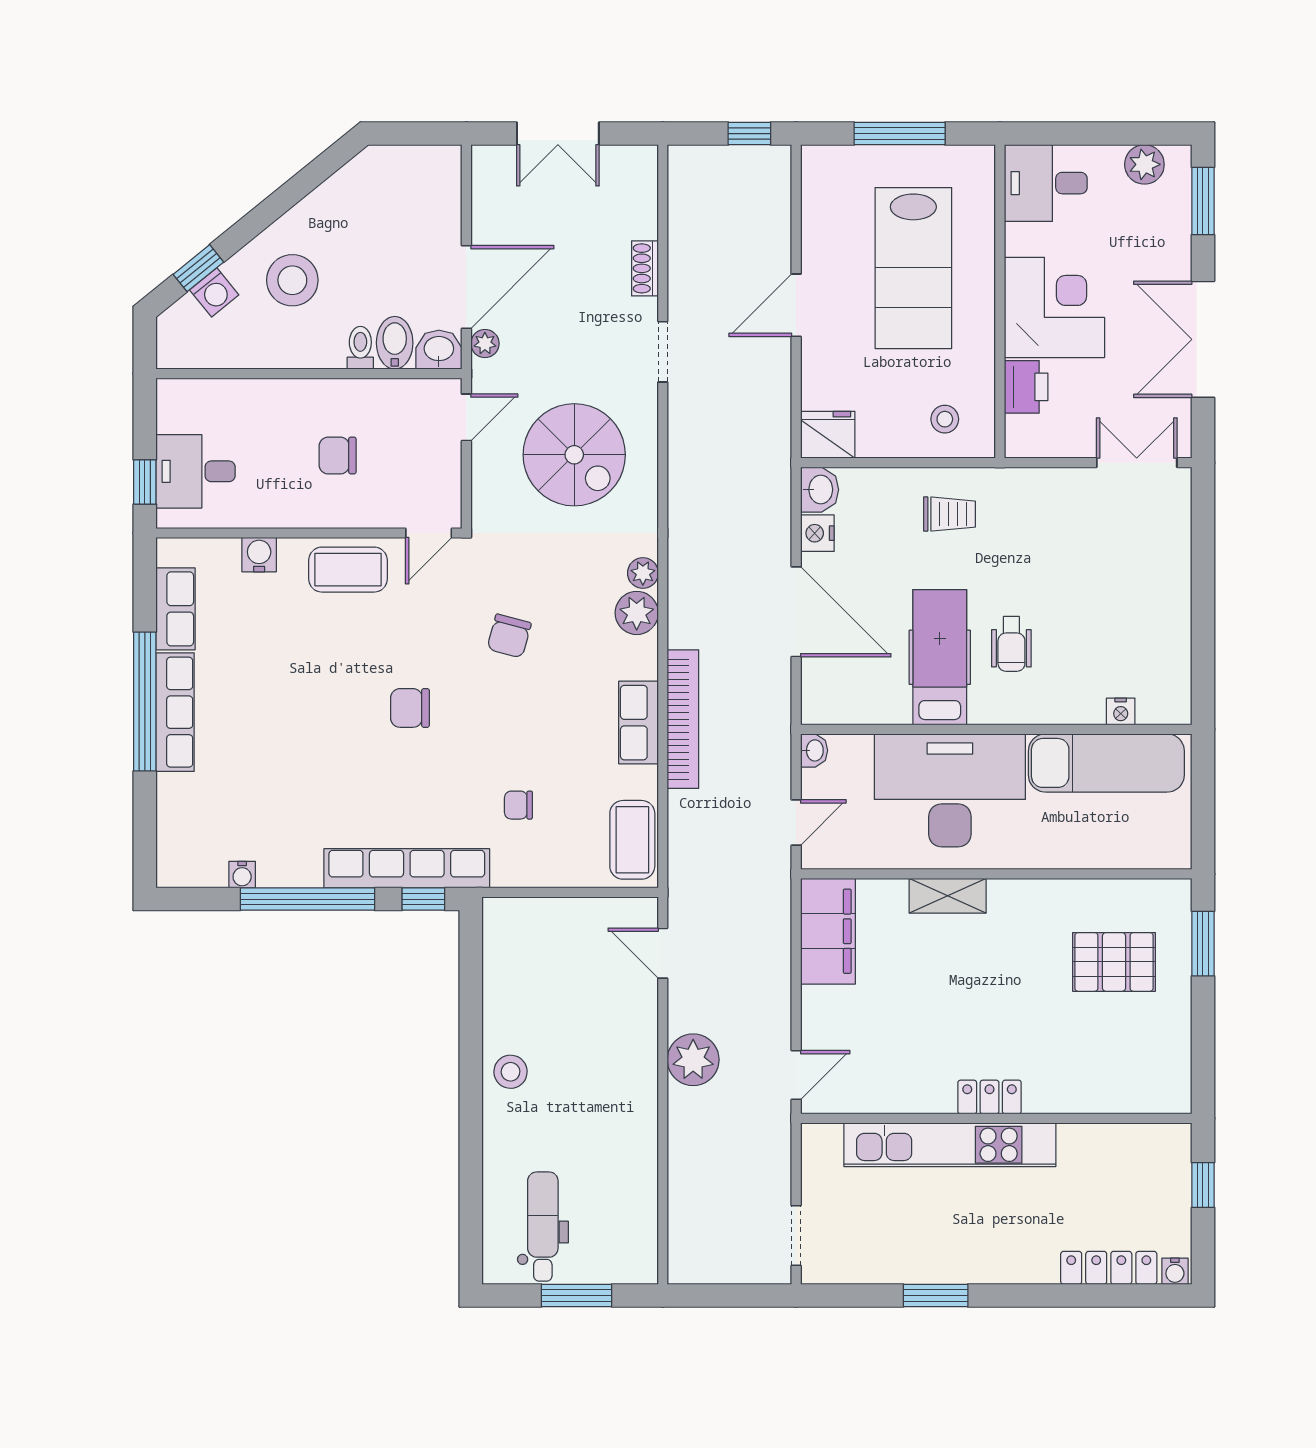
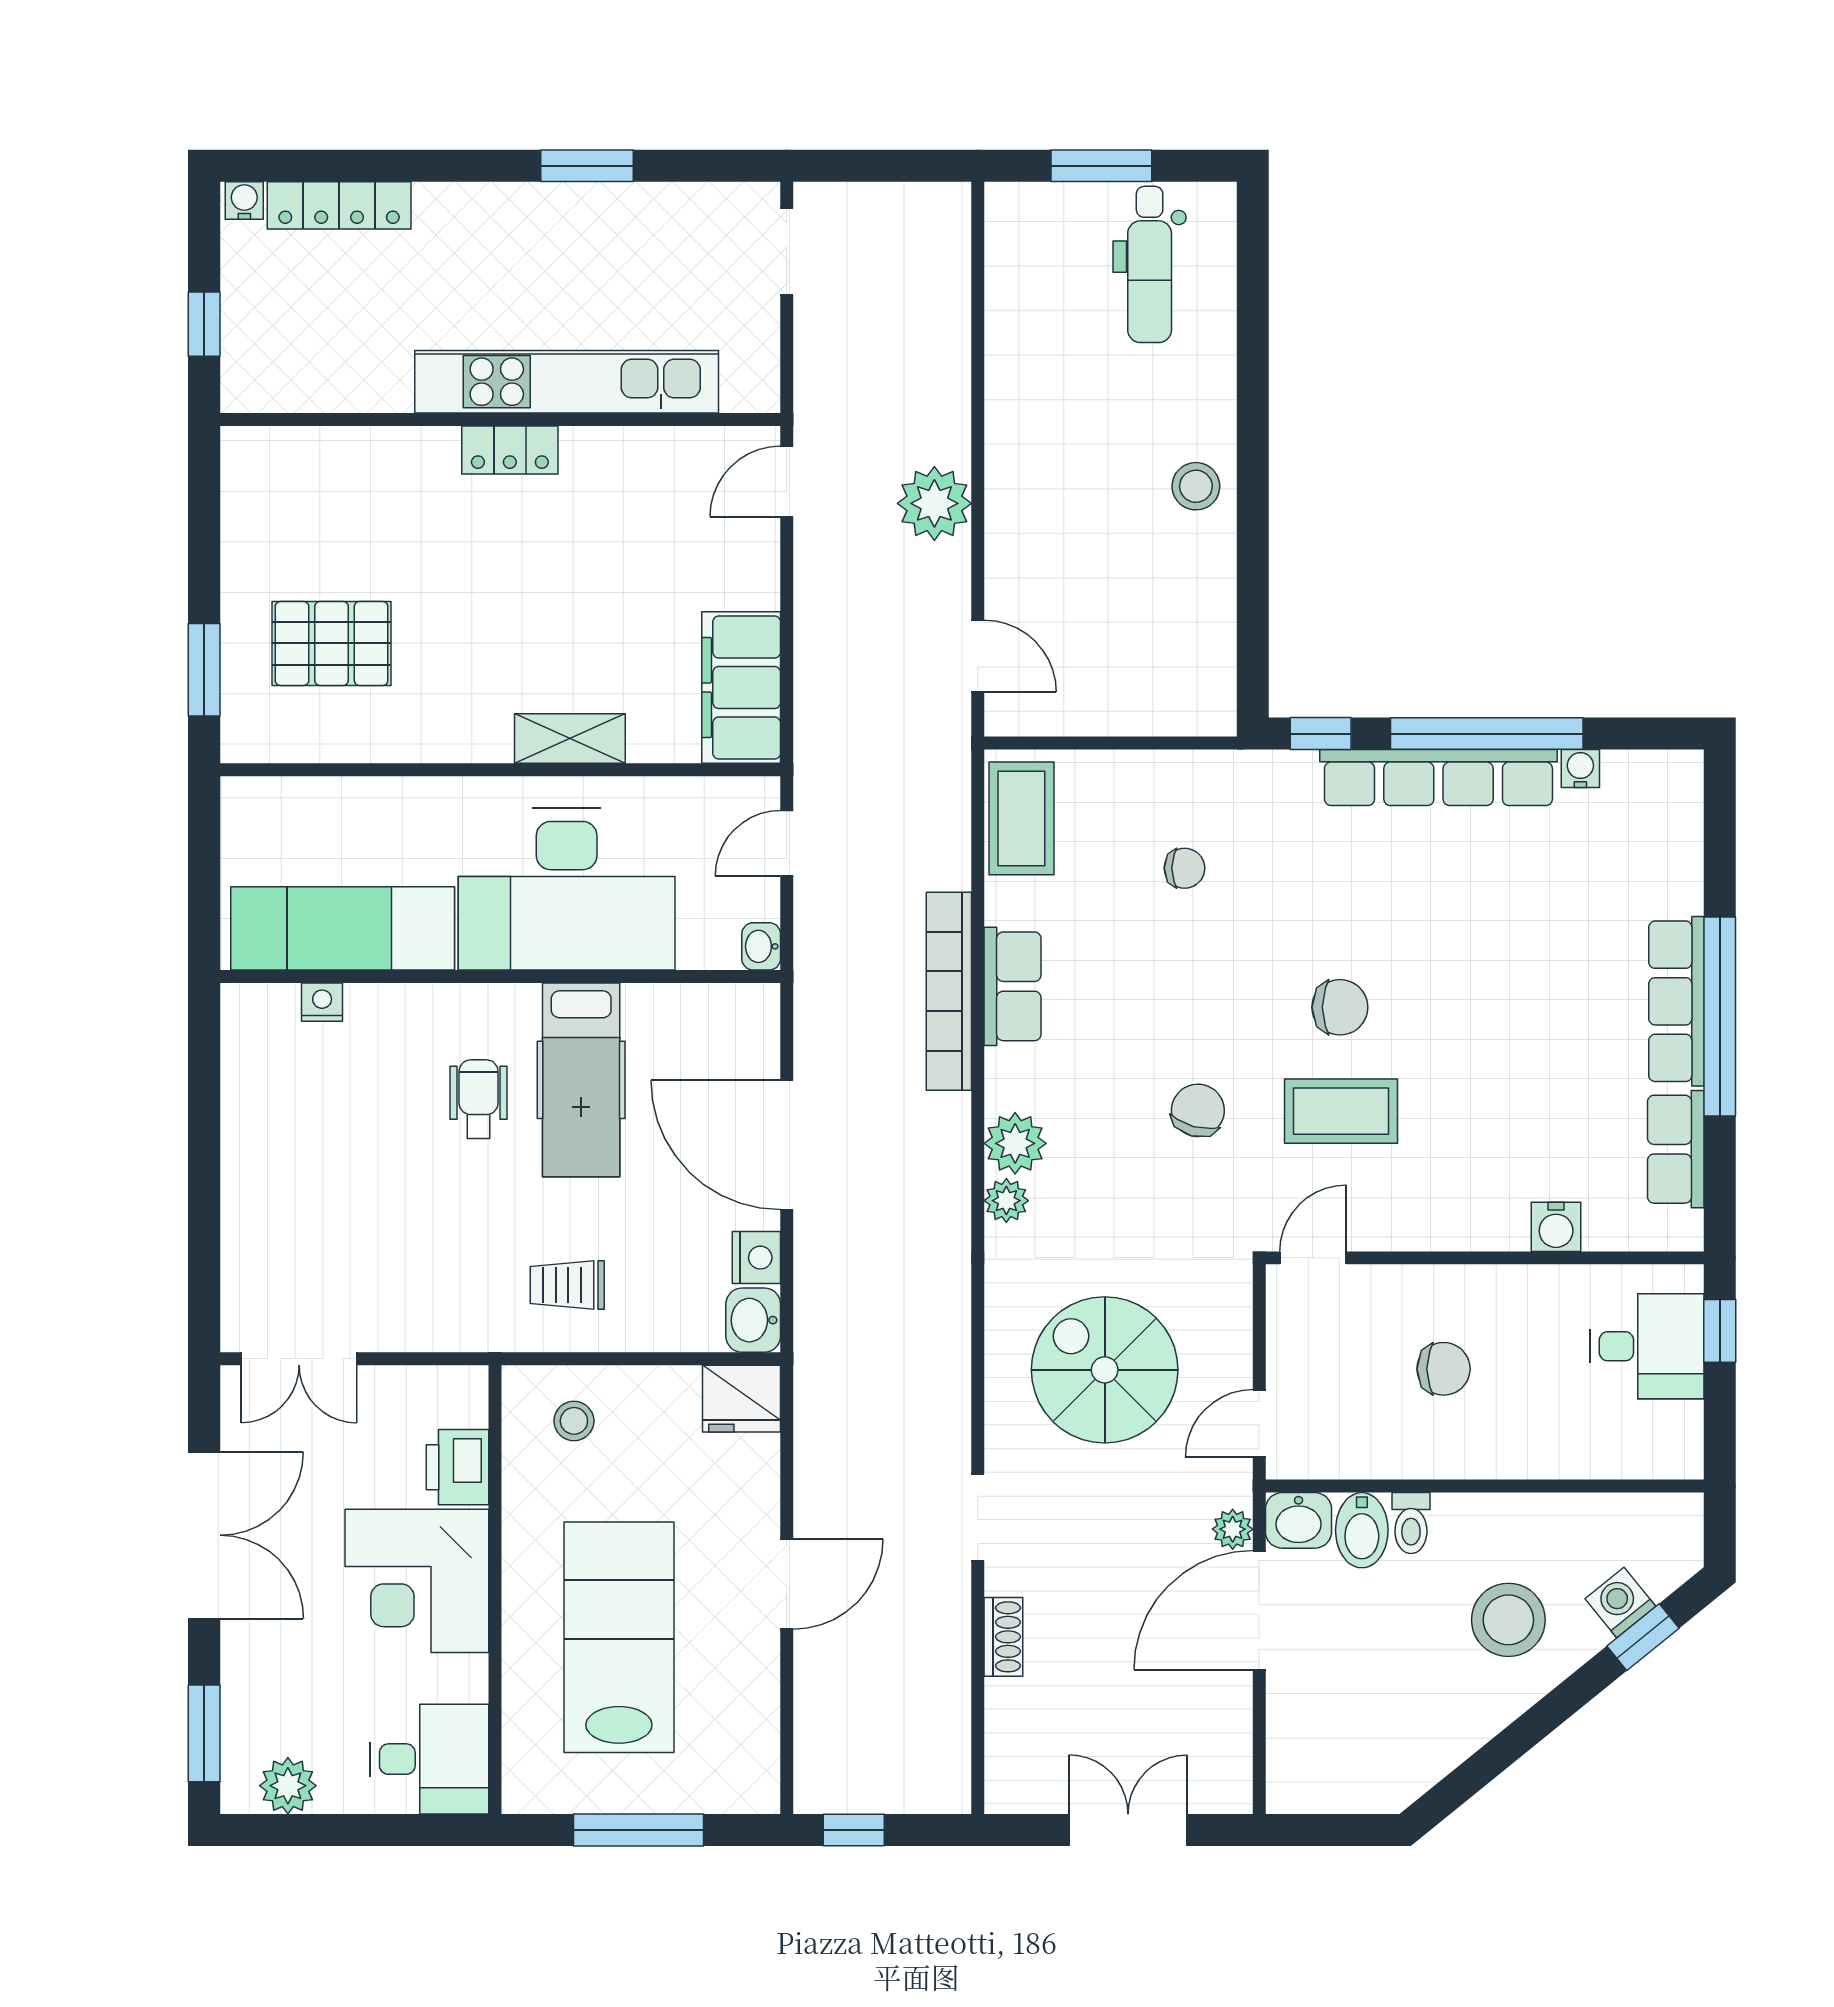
coffee table: (348, 570) -> (1341, 1111), moved
row of seats: (407, 868) -> (1438, 778), moved

